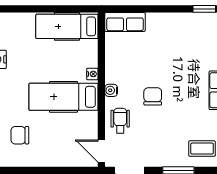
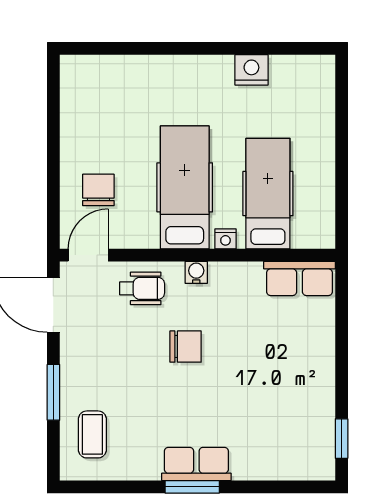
row of seats: (125, 22) -> (300, 278), moved, turned -90
hospital bed: (67, 26) -> (268, 194), moved
chair: (20, 135) -> (98, 190), moved

